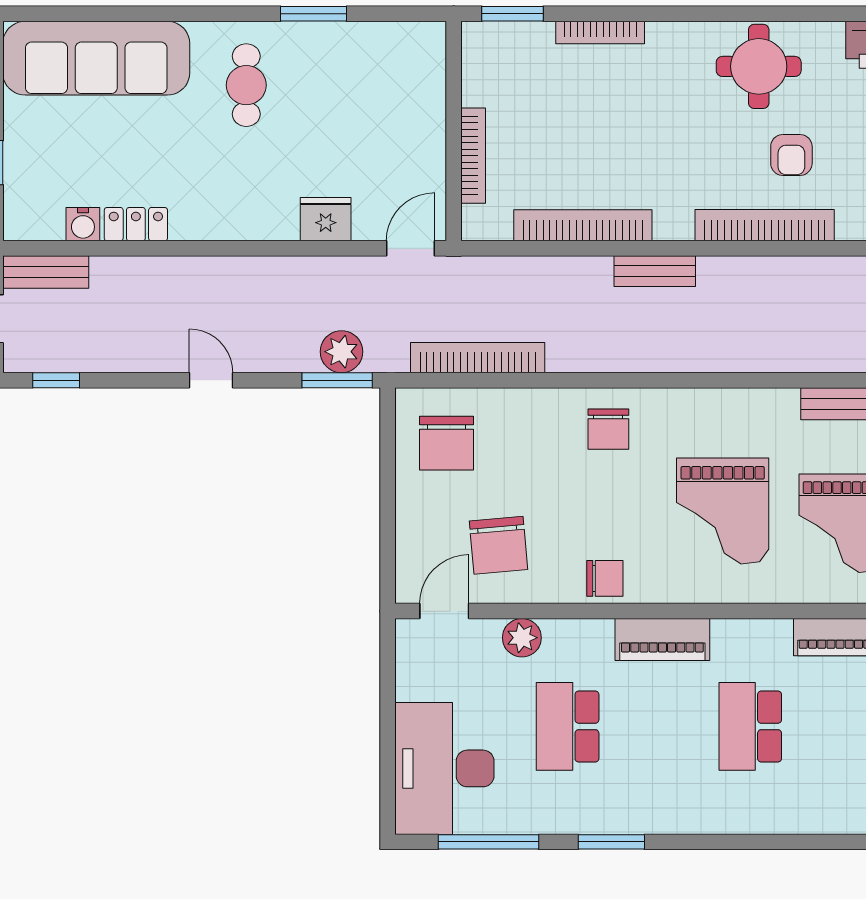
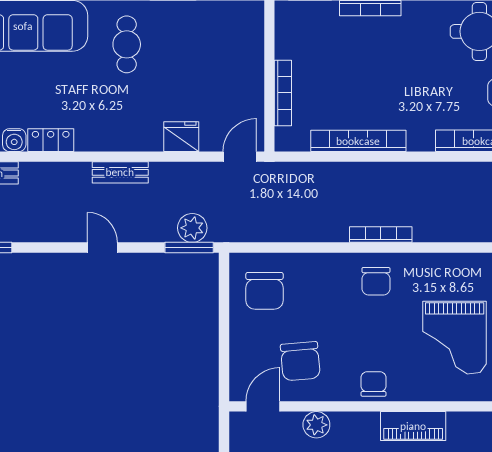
bench: (655, 271) -> (120, 172), moved
bookcase: (478, 358) -> (381, 234), moved, width x0.68, depth x0.76
chair: (605, 578) -> (373, 384), turned -90

